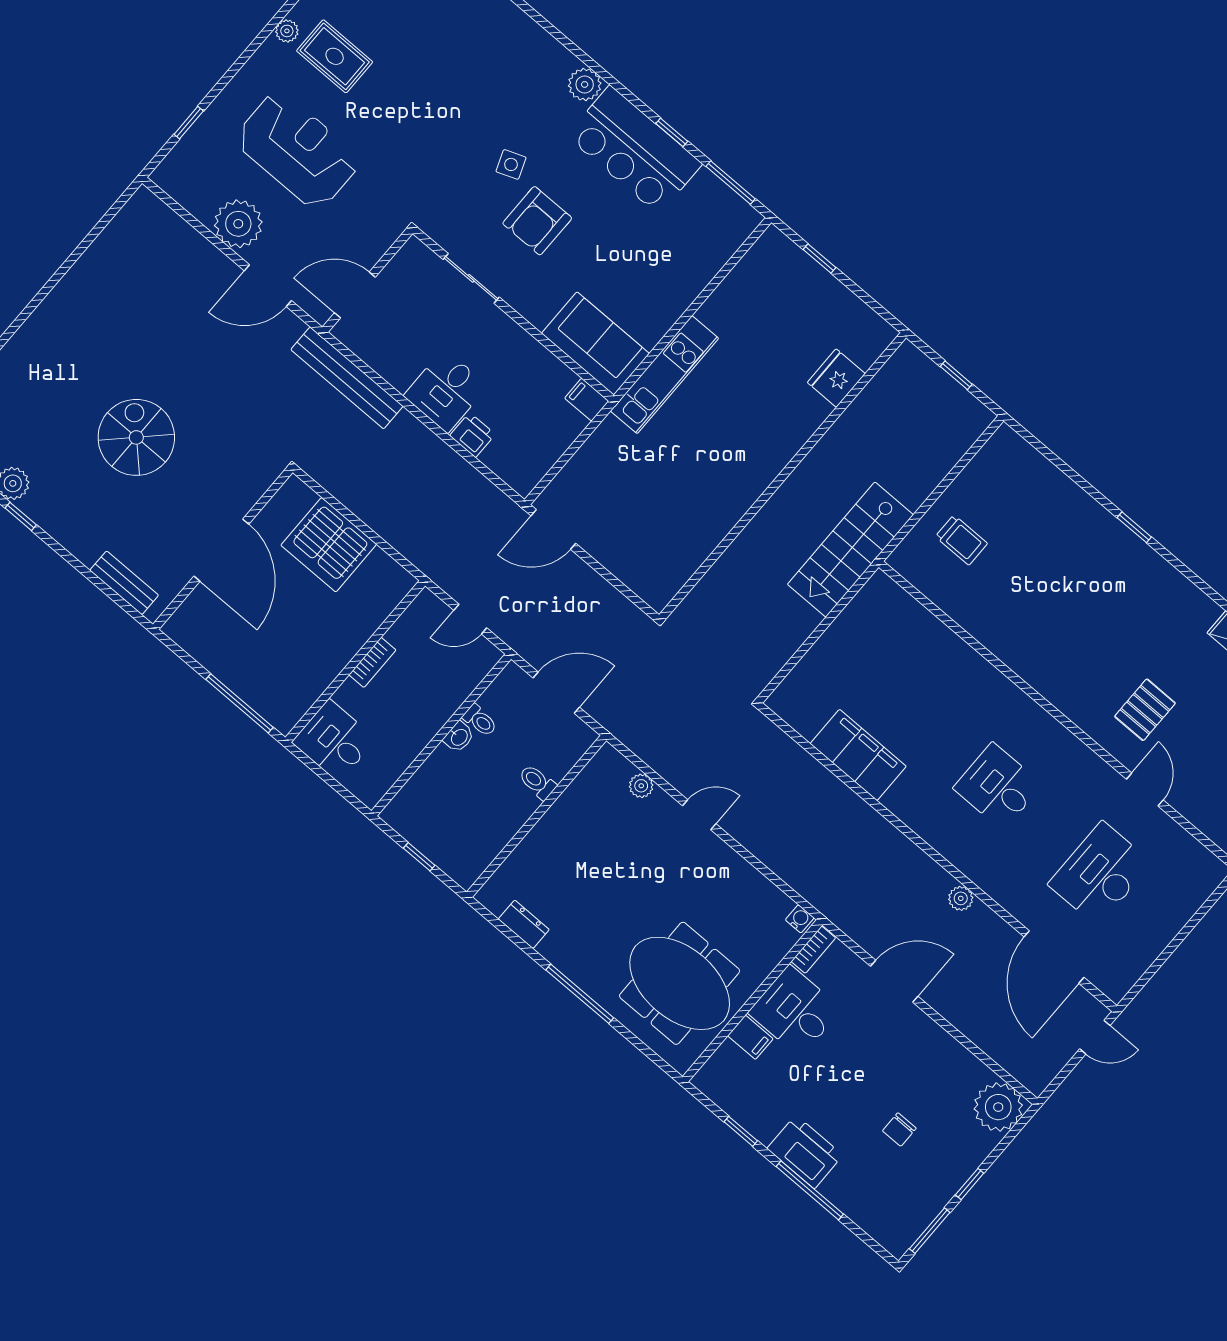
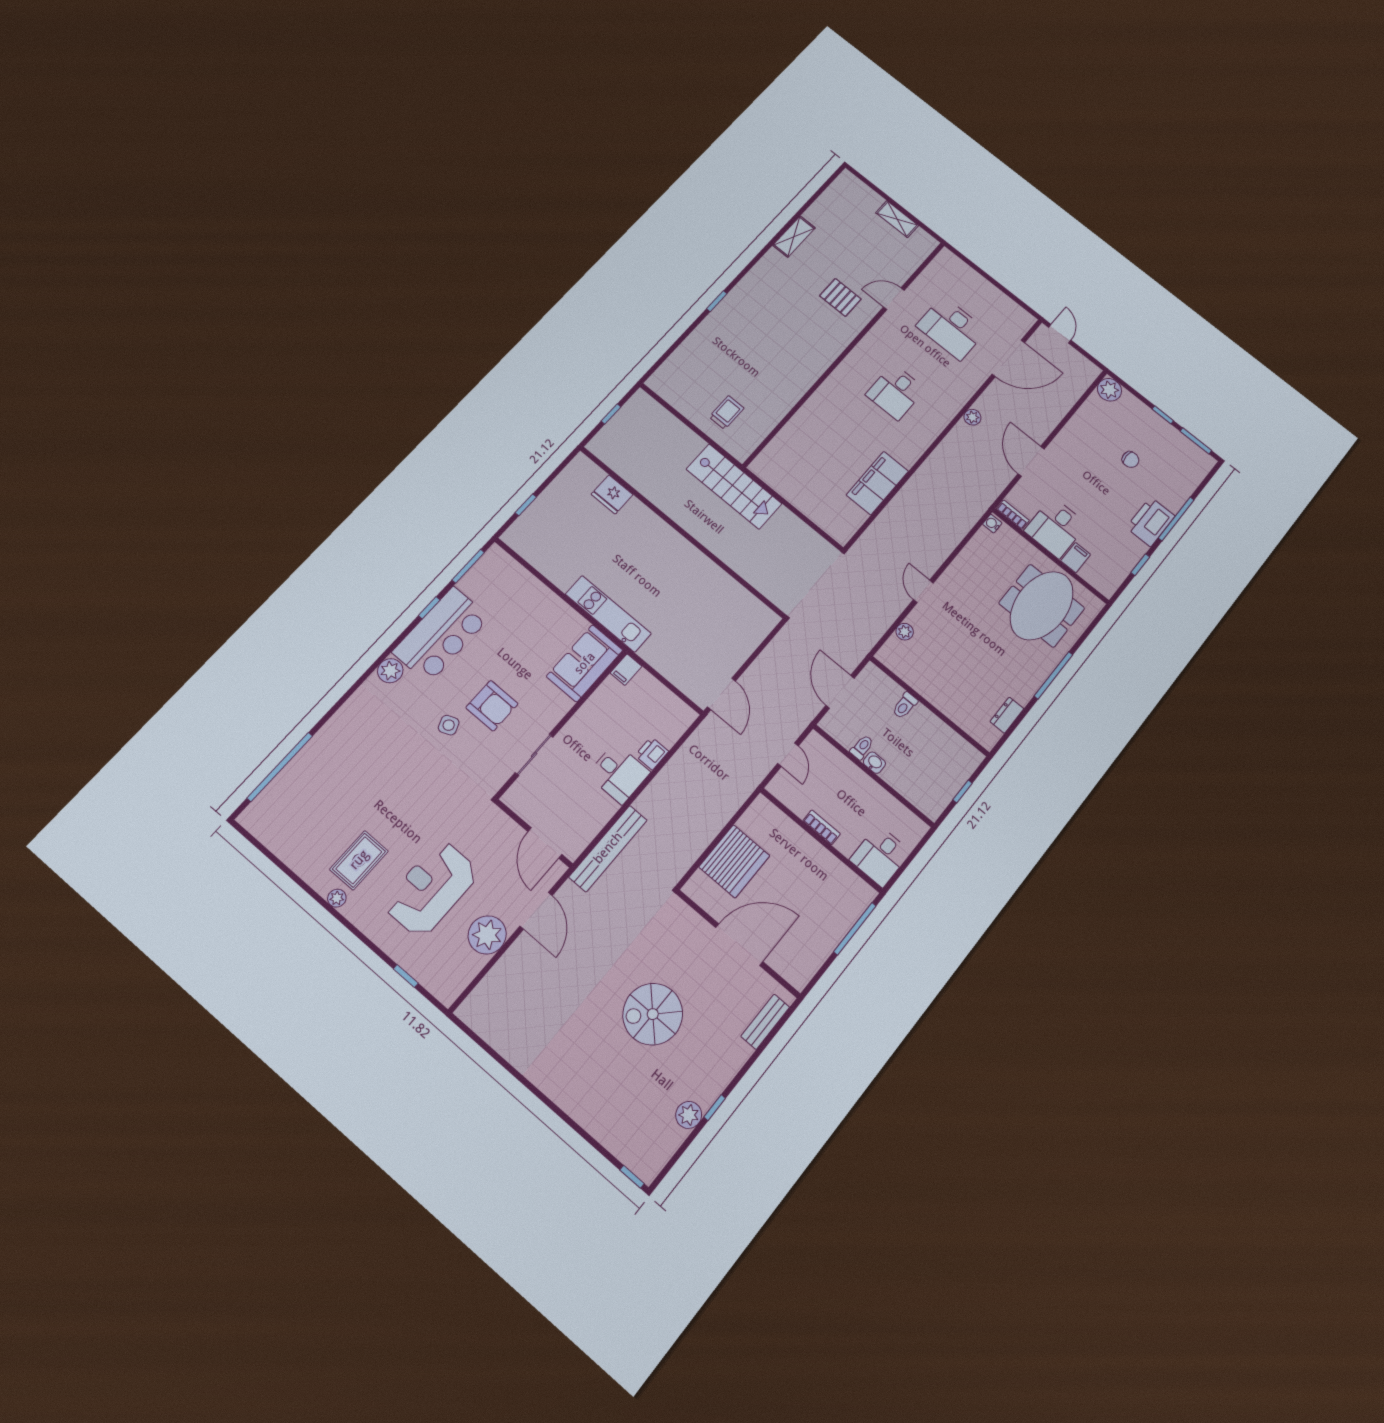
plant: (998, 1107) -> (1109, 390), width x0.73, depth x0.73

